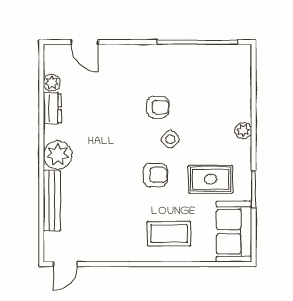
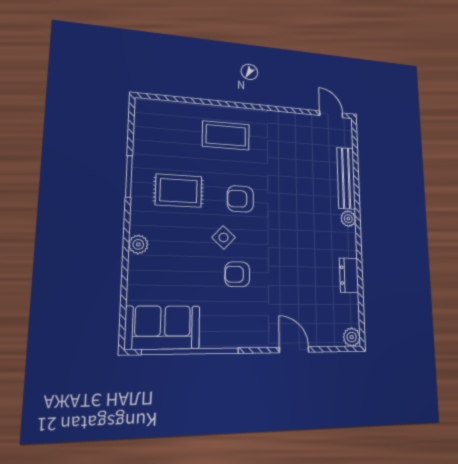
door: (85, 42) -> (294, 350), moved
plant: (52, 83) -> (352, 337), moved
plant: (58, 155) -> (348, 219), width x0.53, depth x0.53
sofa: (234, 232) -> (163, 327), moved, turned -90
door: (65, 264) -> (331, 114), hinge flipped

